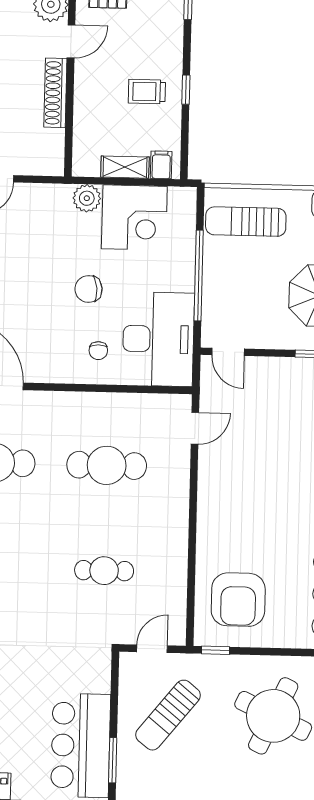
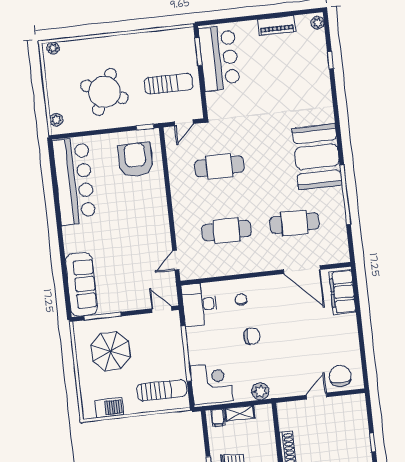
corner desk: (134, 218) -> (211, 383), moved, turned 90
desk: (158, 339) -> (200, 304), width x0.73, depth x0.77
cafe table: (104, 571) -> (219, 166), width x1.37, depth x1.35
sun lounger: (168, 715) -> (169, 84), turned 51

